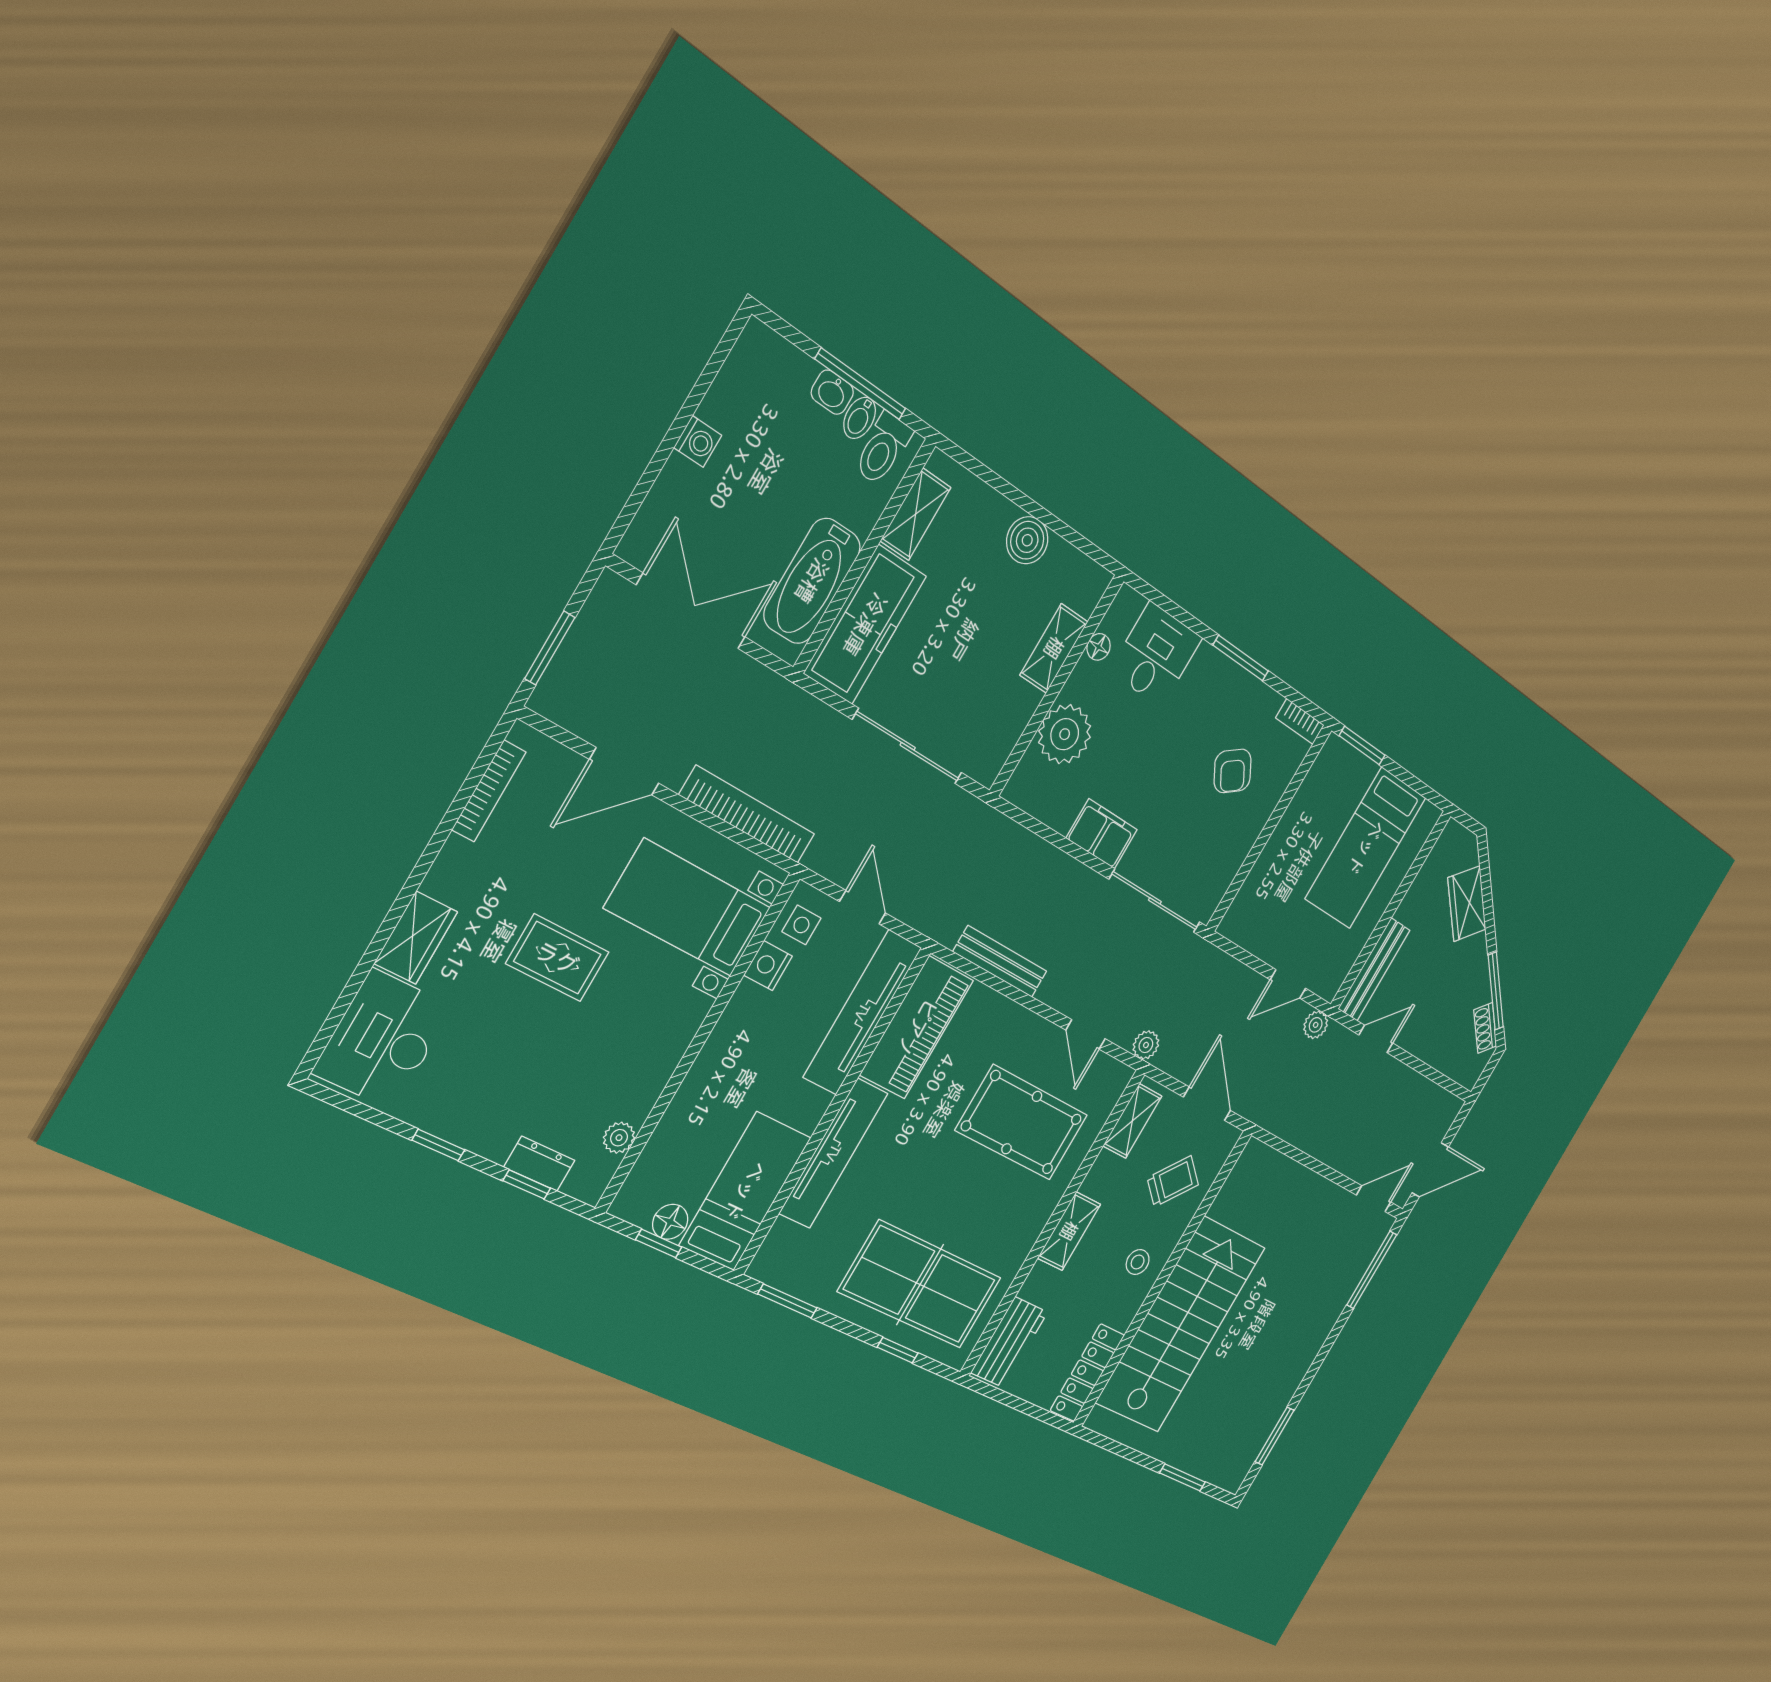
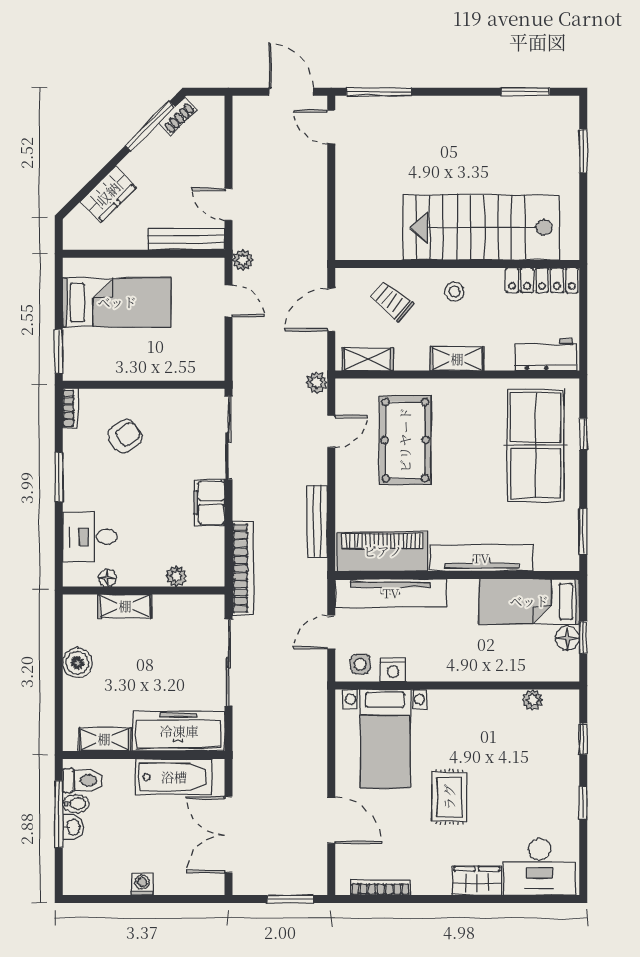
plant: (1065, 734) -> (176, 576), width x0.53, depth x0.53
bookcase: (747, 815) -> (243, 568), moved, turned 180
dresser: (539, 1164) -> (568, 738), removed

